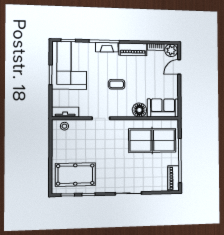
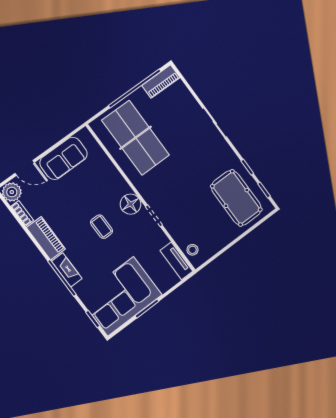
sofa: (163, 108) -> (64, 158), moved, turned -90
floor lamp: (139, 110) -> (131, 204), moved

